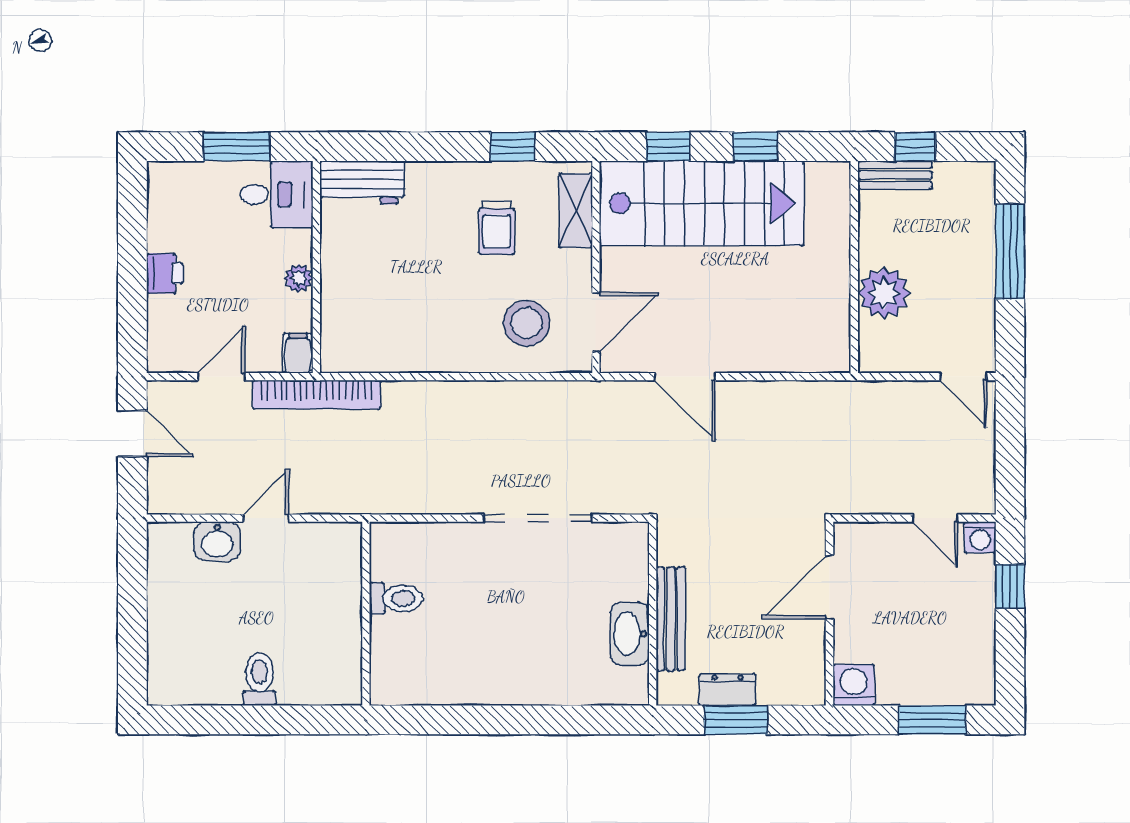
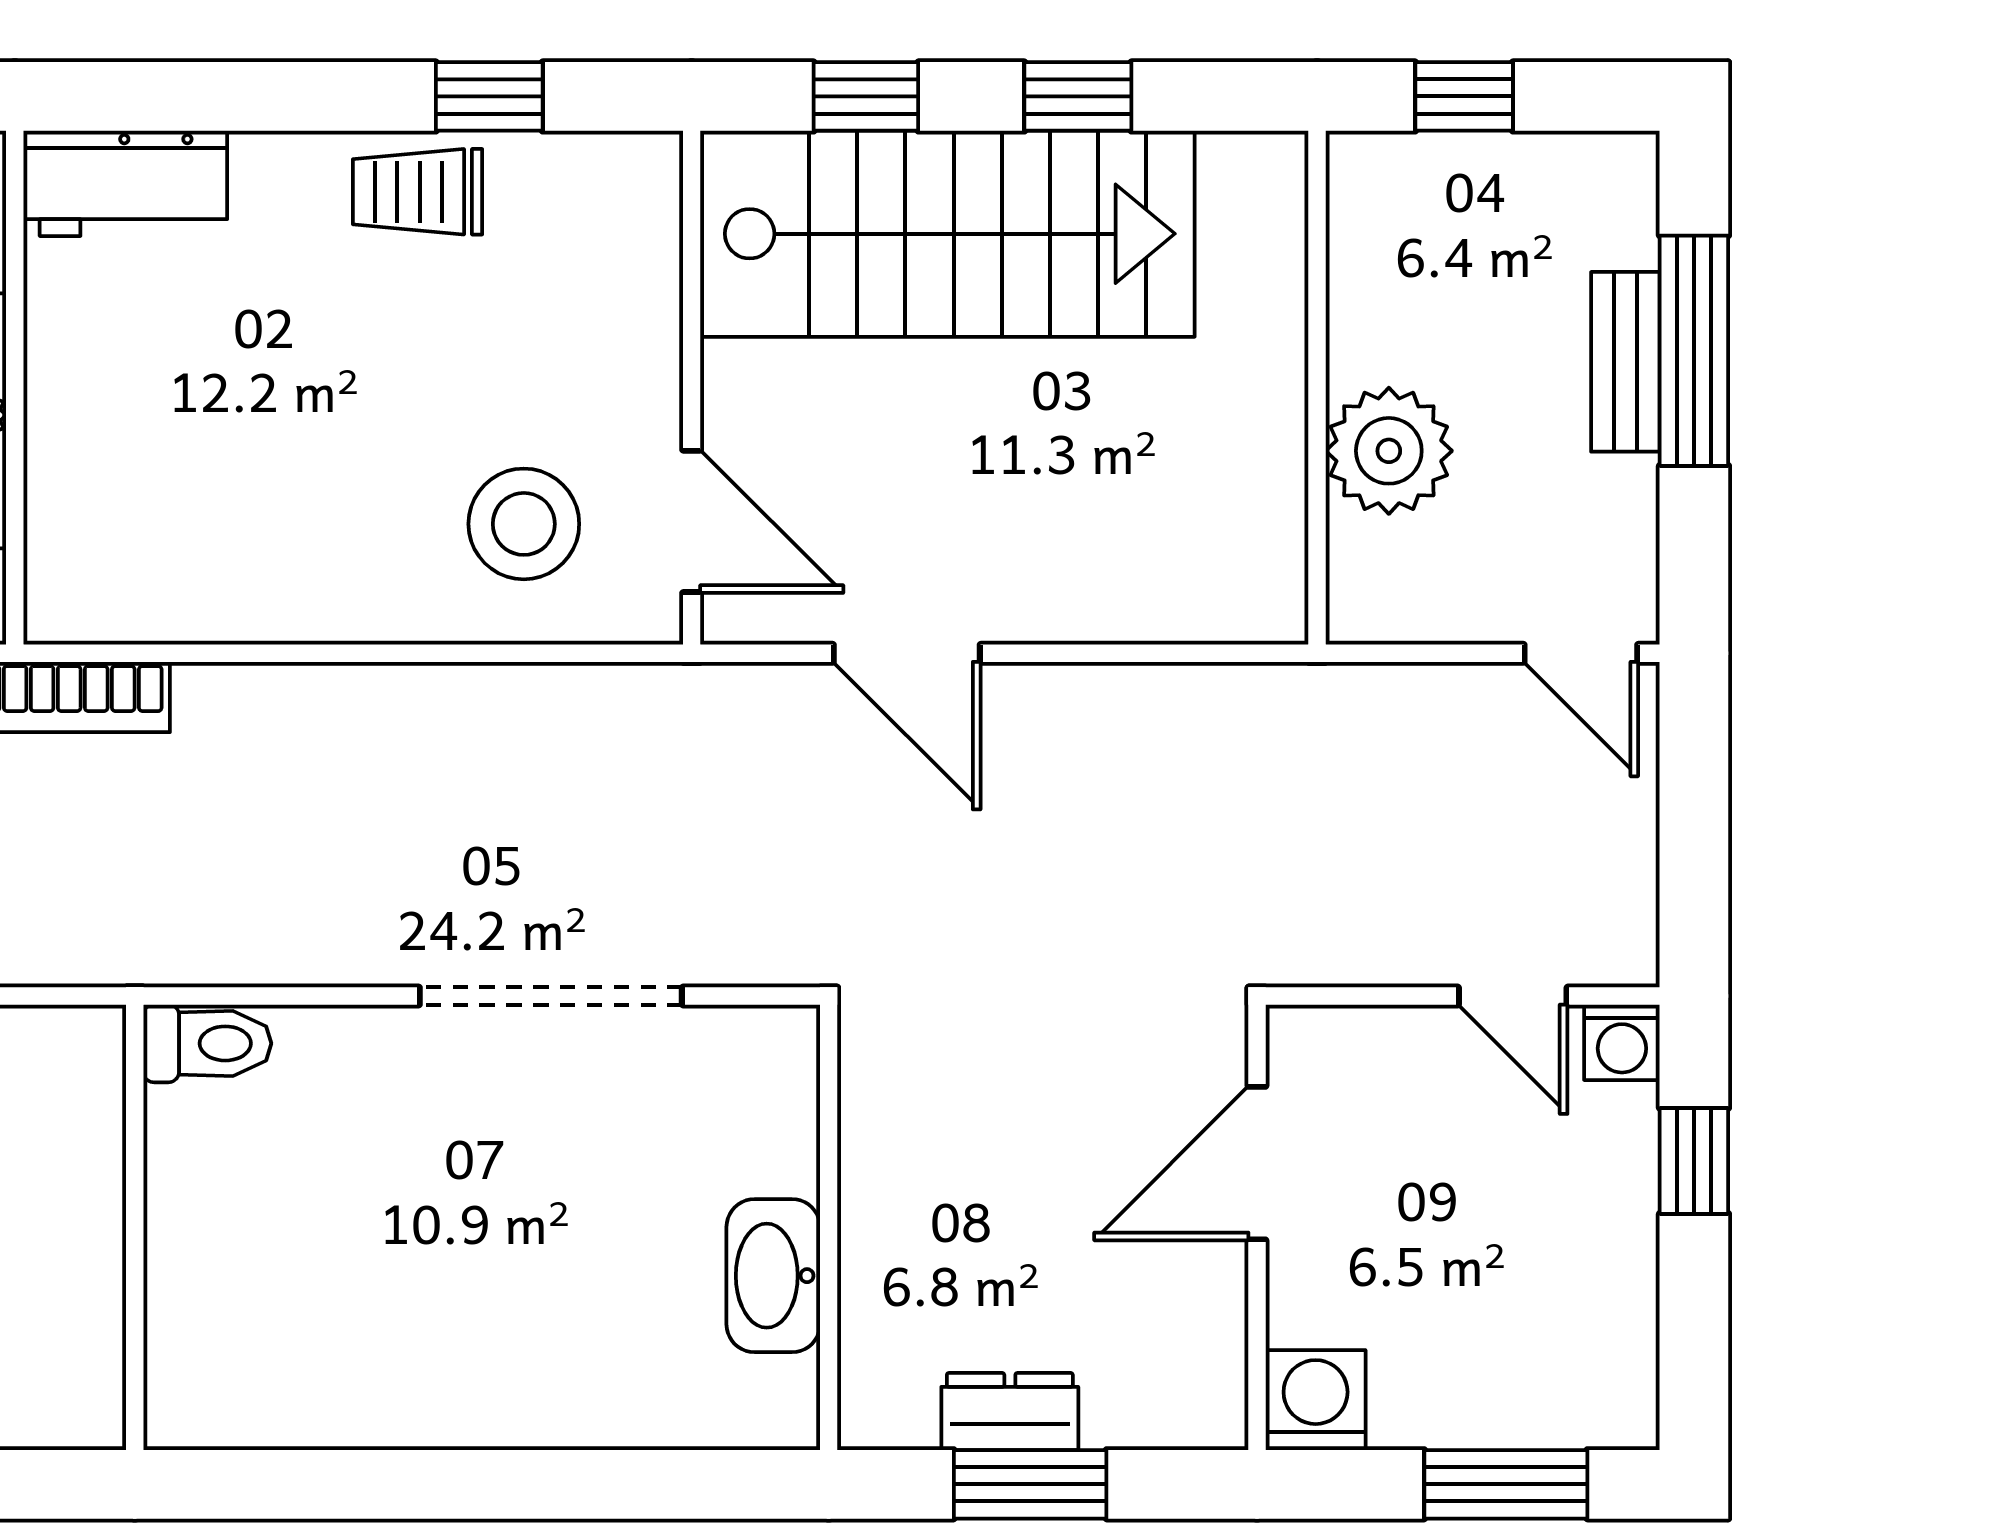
bench: (895, 175) -> (1625, 362), moved, turned 90
shelving: (576, 210) -> (643, 251), removed
trolley: (497, 228) -> (418, 192), moved, turned 90
door: (596, 322) -> (692, 521), hinge flipped
toilet: (396, 598) -> (207, 1043), moved
bench: (671, 619) -> (872, 1240), removed

